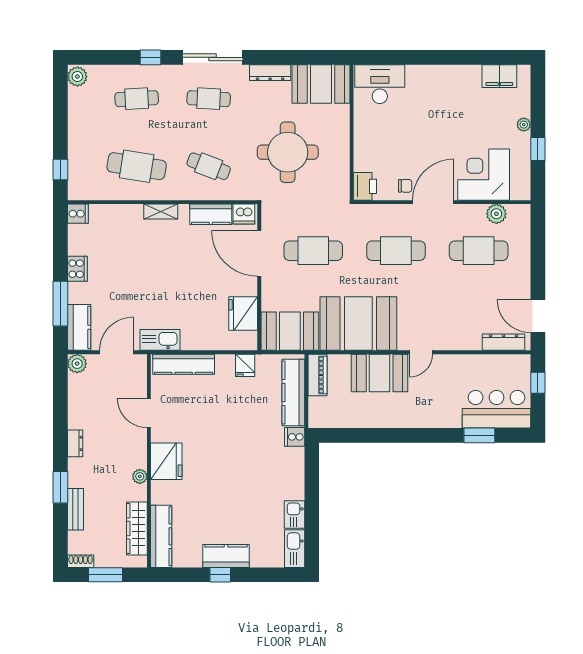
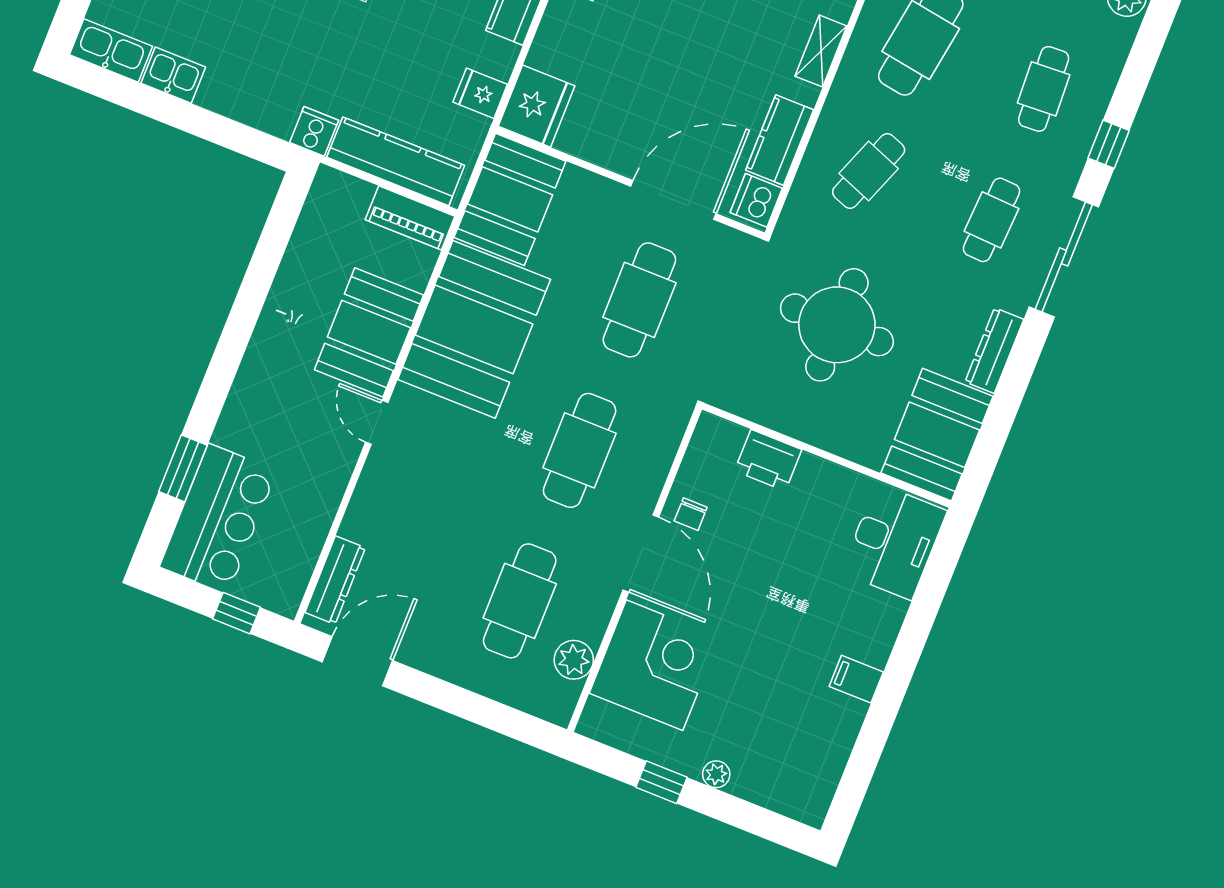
filing cabinet: (499, 76) -> (856, 679), moved, width x0.50
printer: (365, 186) -> (768, 460), moved
fridge: (243, 313) -> (537, 106), moved, turned 90

